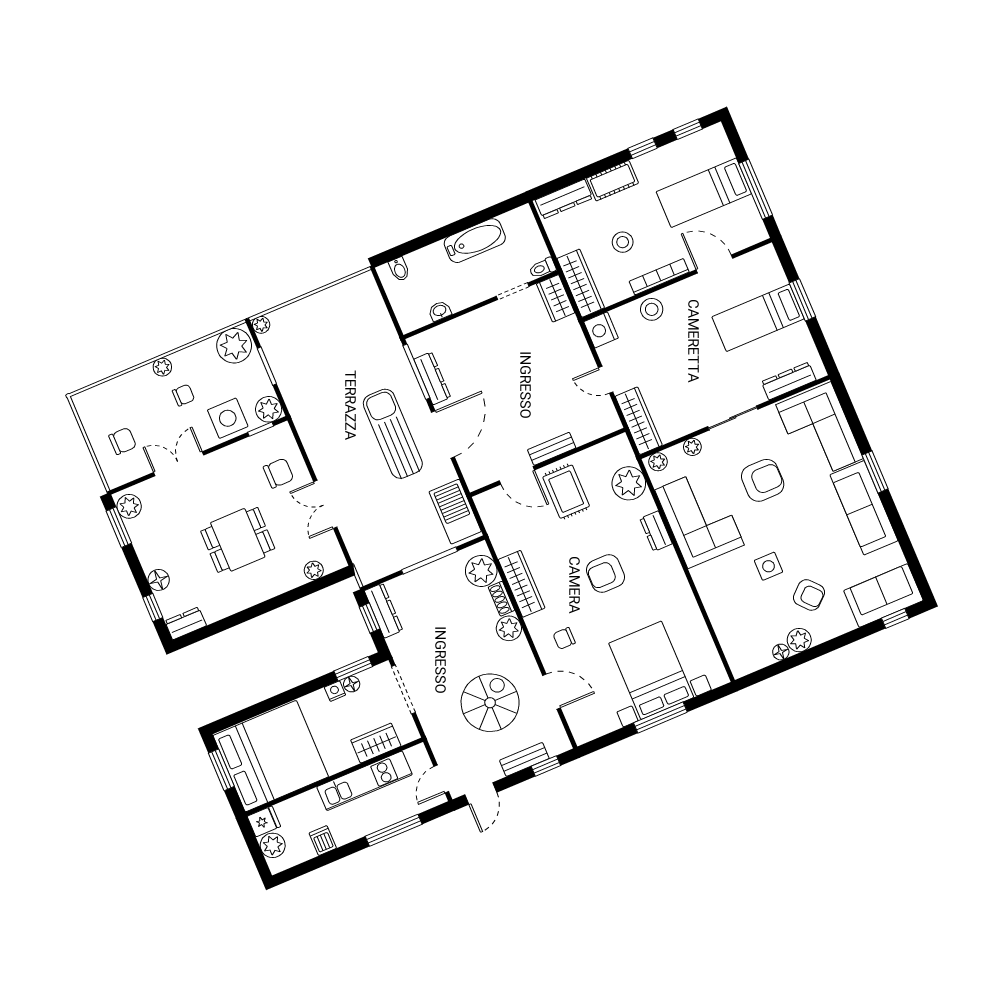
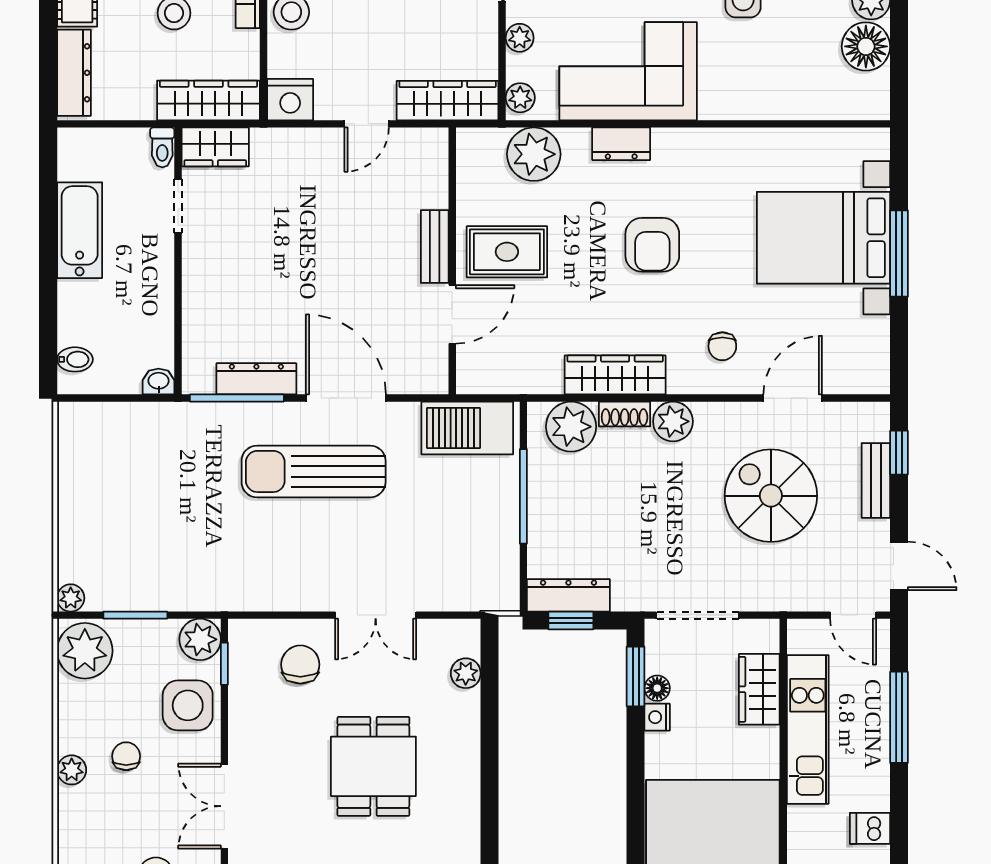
washbasin: (440, 311) -> (159, 382), moved, turned 90
floor lamp: (781, 652) -> (866, 46), width x1.89, depth x1.89

